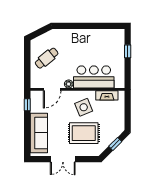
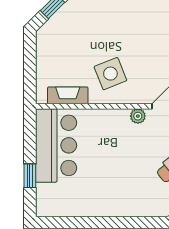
bar counter: (94, 77) -> (56, 145), moved, turned -90
rug: (84, 133) -> (110, 26), removed

